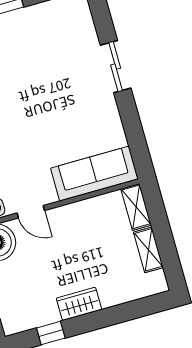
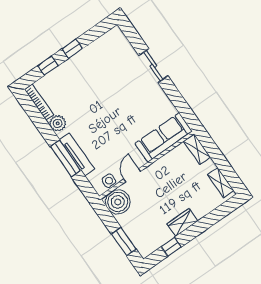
door: (31, 212) -> (132, 175), swing flipped
shelving: (148, 250) -> (221, 183), moved

